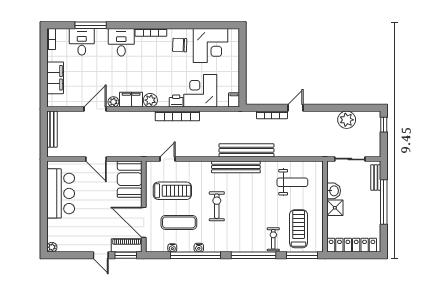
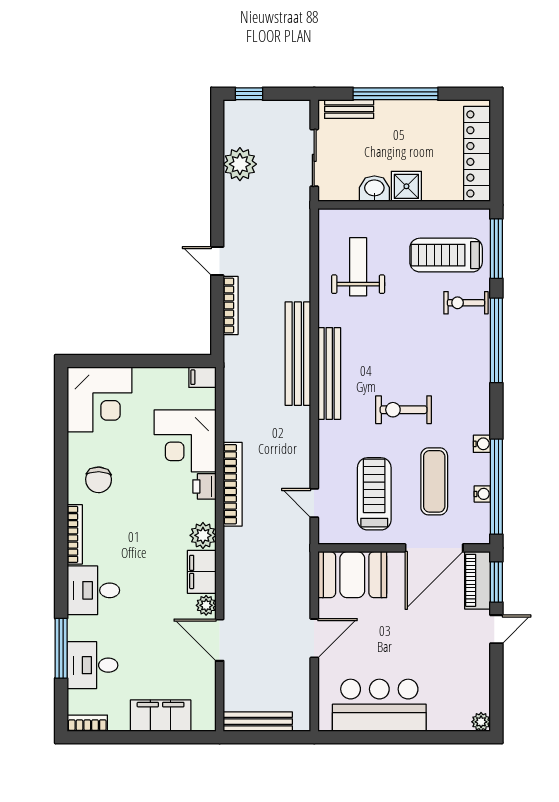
corner desk: (210, 46) -> (99, 399), moved, turned 90
window: (195, 255) -> (496, 487), moved

